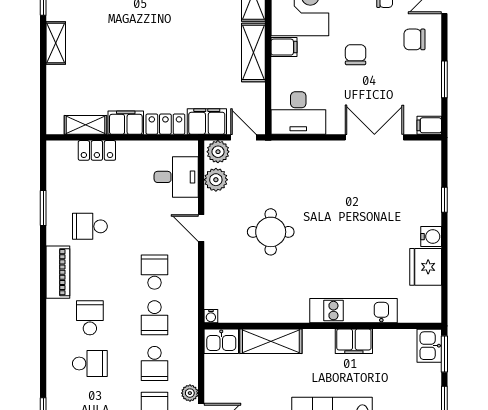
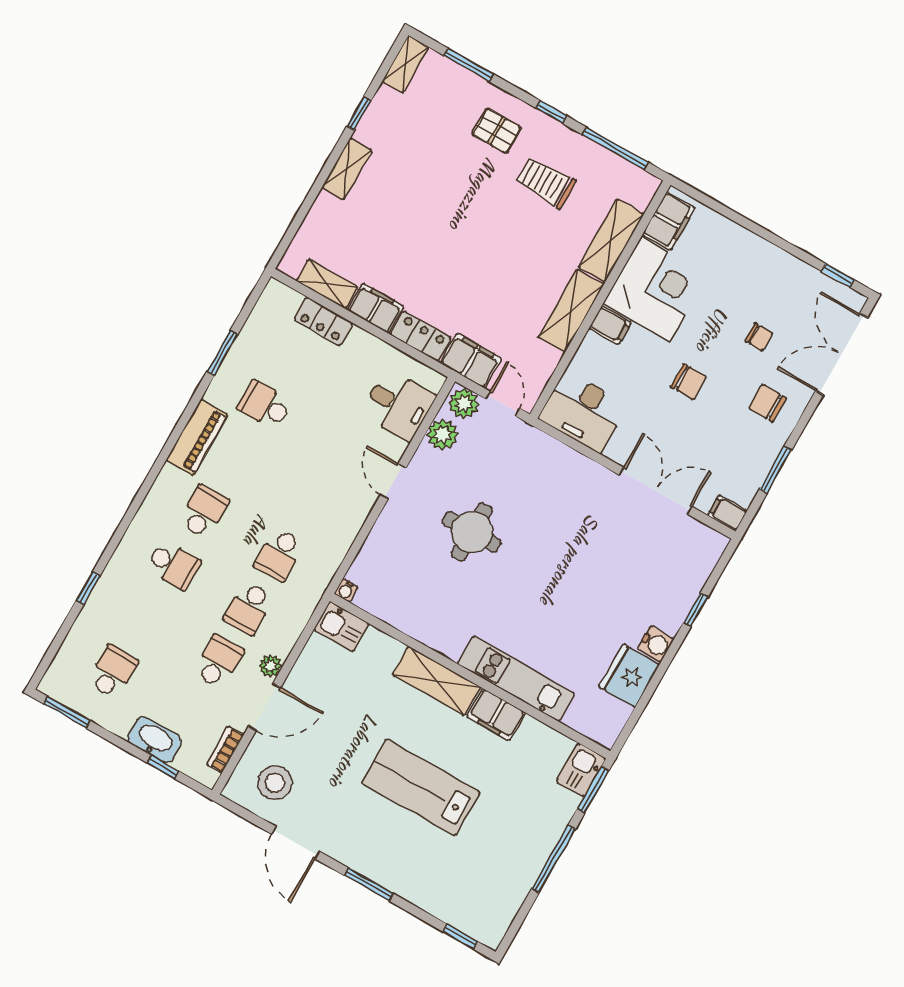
chair: (356, 55) -> (689, 382), turned 90
school desk: (155, 272) -> (310, 501), removed
shelving: (271, 341) -> (436, 681), moved

